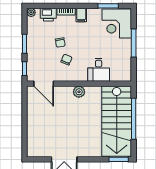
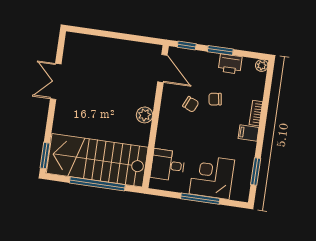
printer: (48, 15) -> (230, 64), moved, turned -90
corner desk: (117, 23) -> (212, 177), moved
desk: (99, 70) -> (168, 165), moved
door: (44, 84) -> (162, 69), swing flipped

